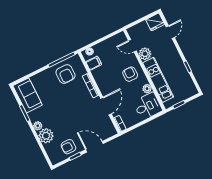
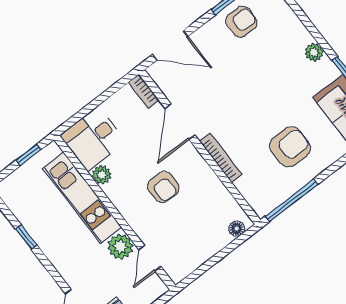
door: (132, 46) -> (150, 258), swing flipped
filing cabinet: (94, 63) -> (223, 206), removed
armchair: (66, 74) -> (290, 147), moved, turned 90
armchair: (130, 74) -> (163, 187), moved
plant: (46, 136) -> (293, 35), removed
door: (94, 147) -> (170, 45), moved

